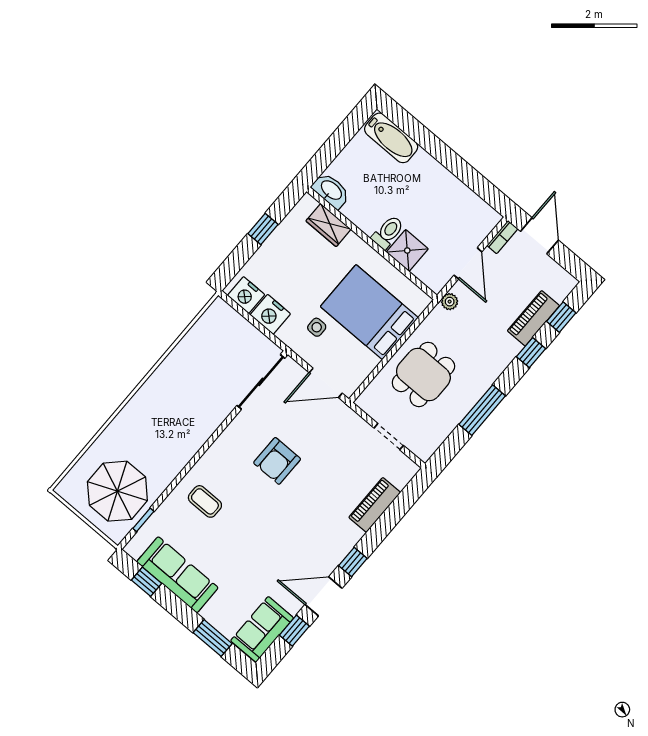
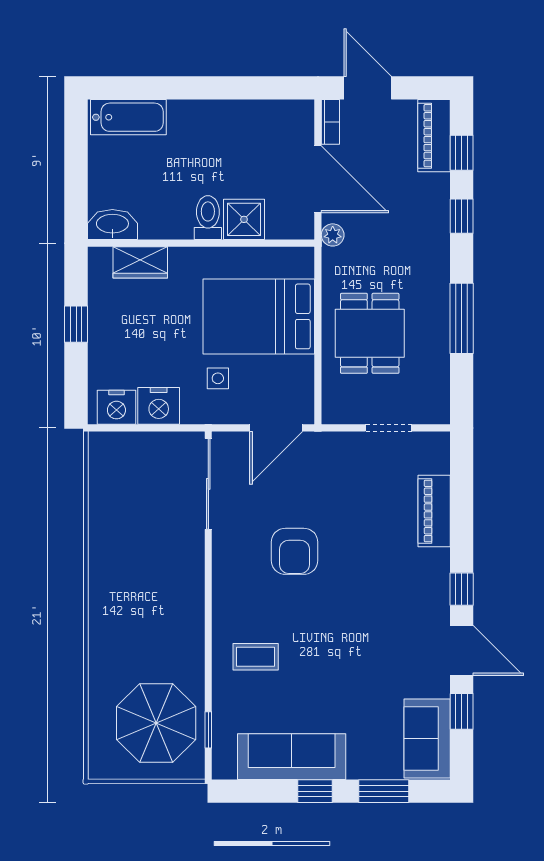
door: (468, 263) -> (318, 179), width x1.36
piano: (533, 318) -> (434, 136), moved
window: (146, 582) -> (315, 791), moved
door: (324, 596) -> (462, 650), swing flipped

